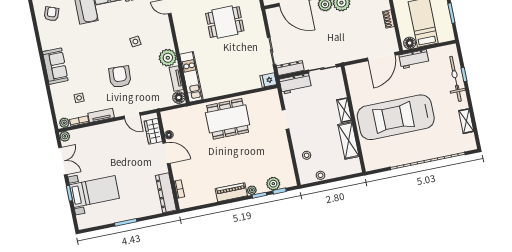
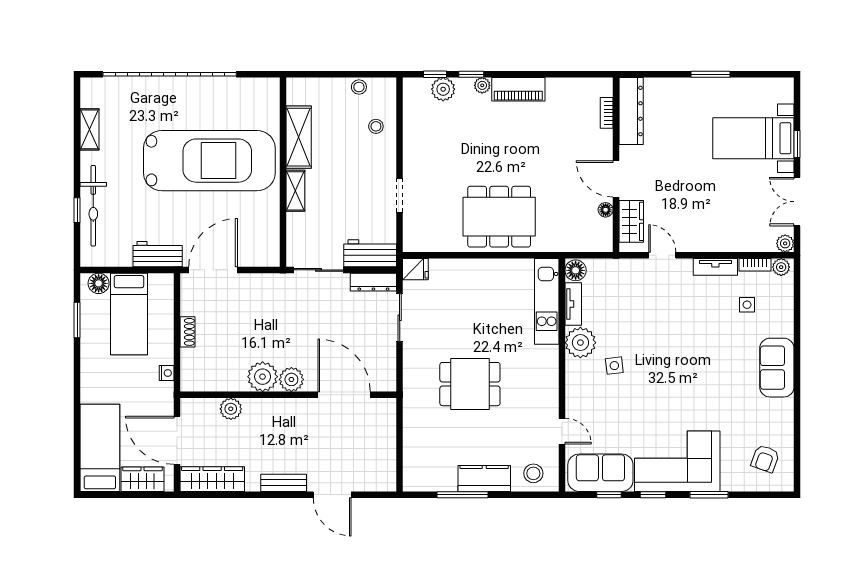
side table: (135, 42) -> (614, 366), moved
floor lamp: (410, 43) -> (99, 283), moved
armchair: (120, 77) -> (669, 327), removed

